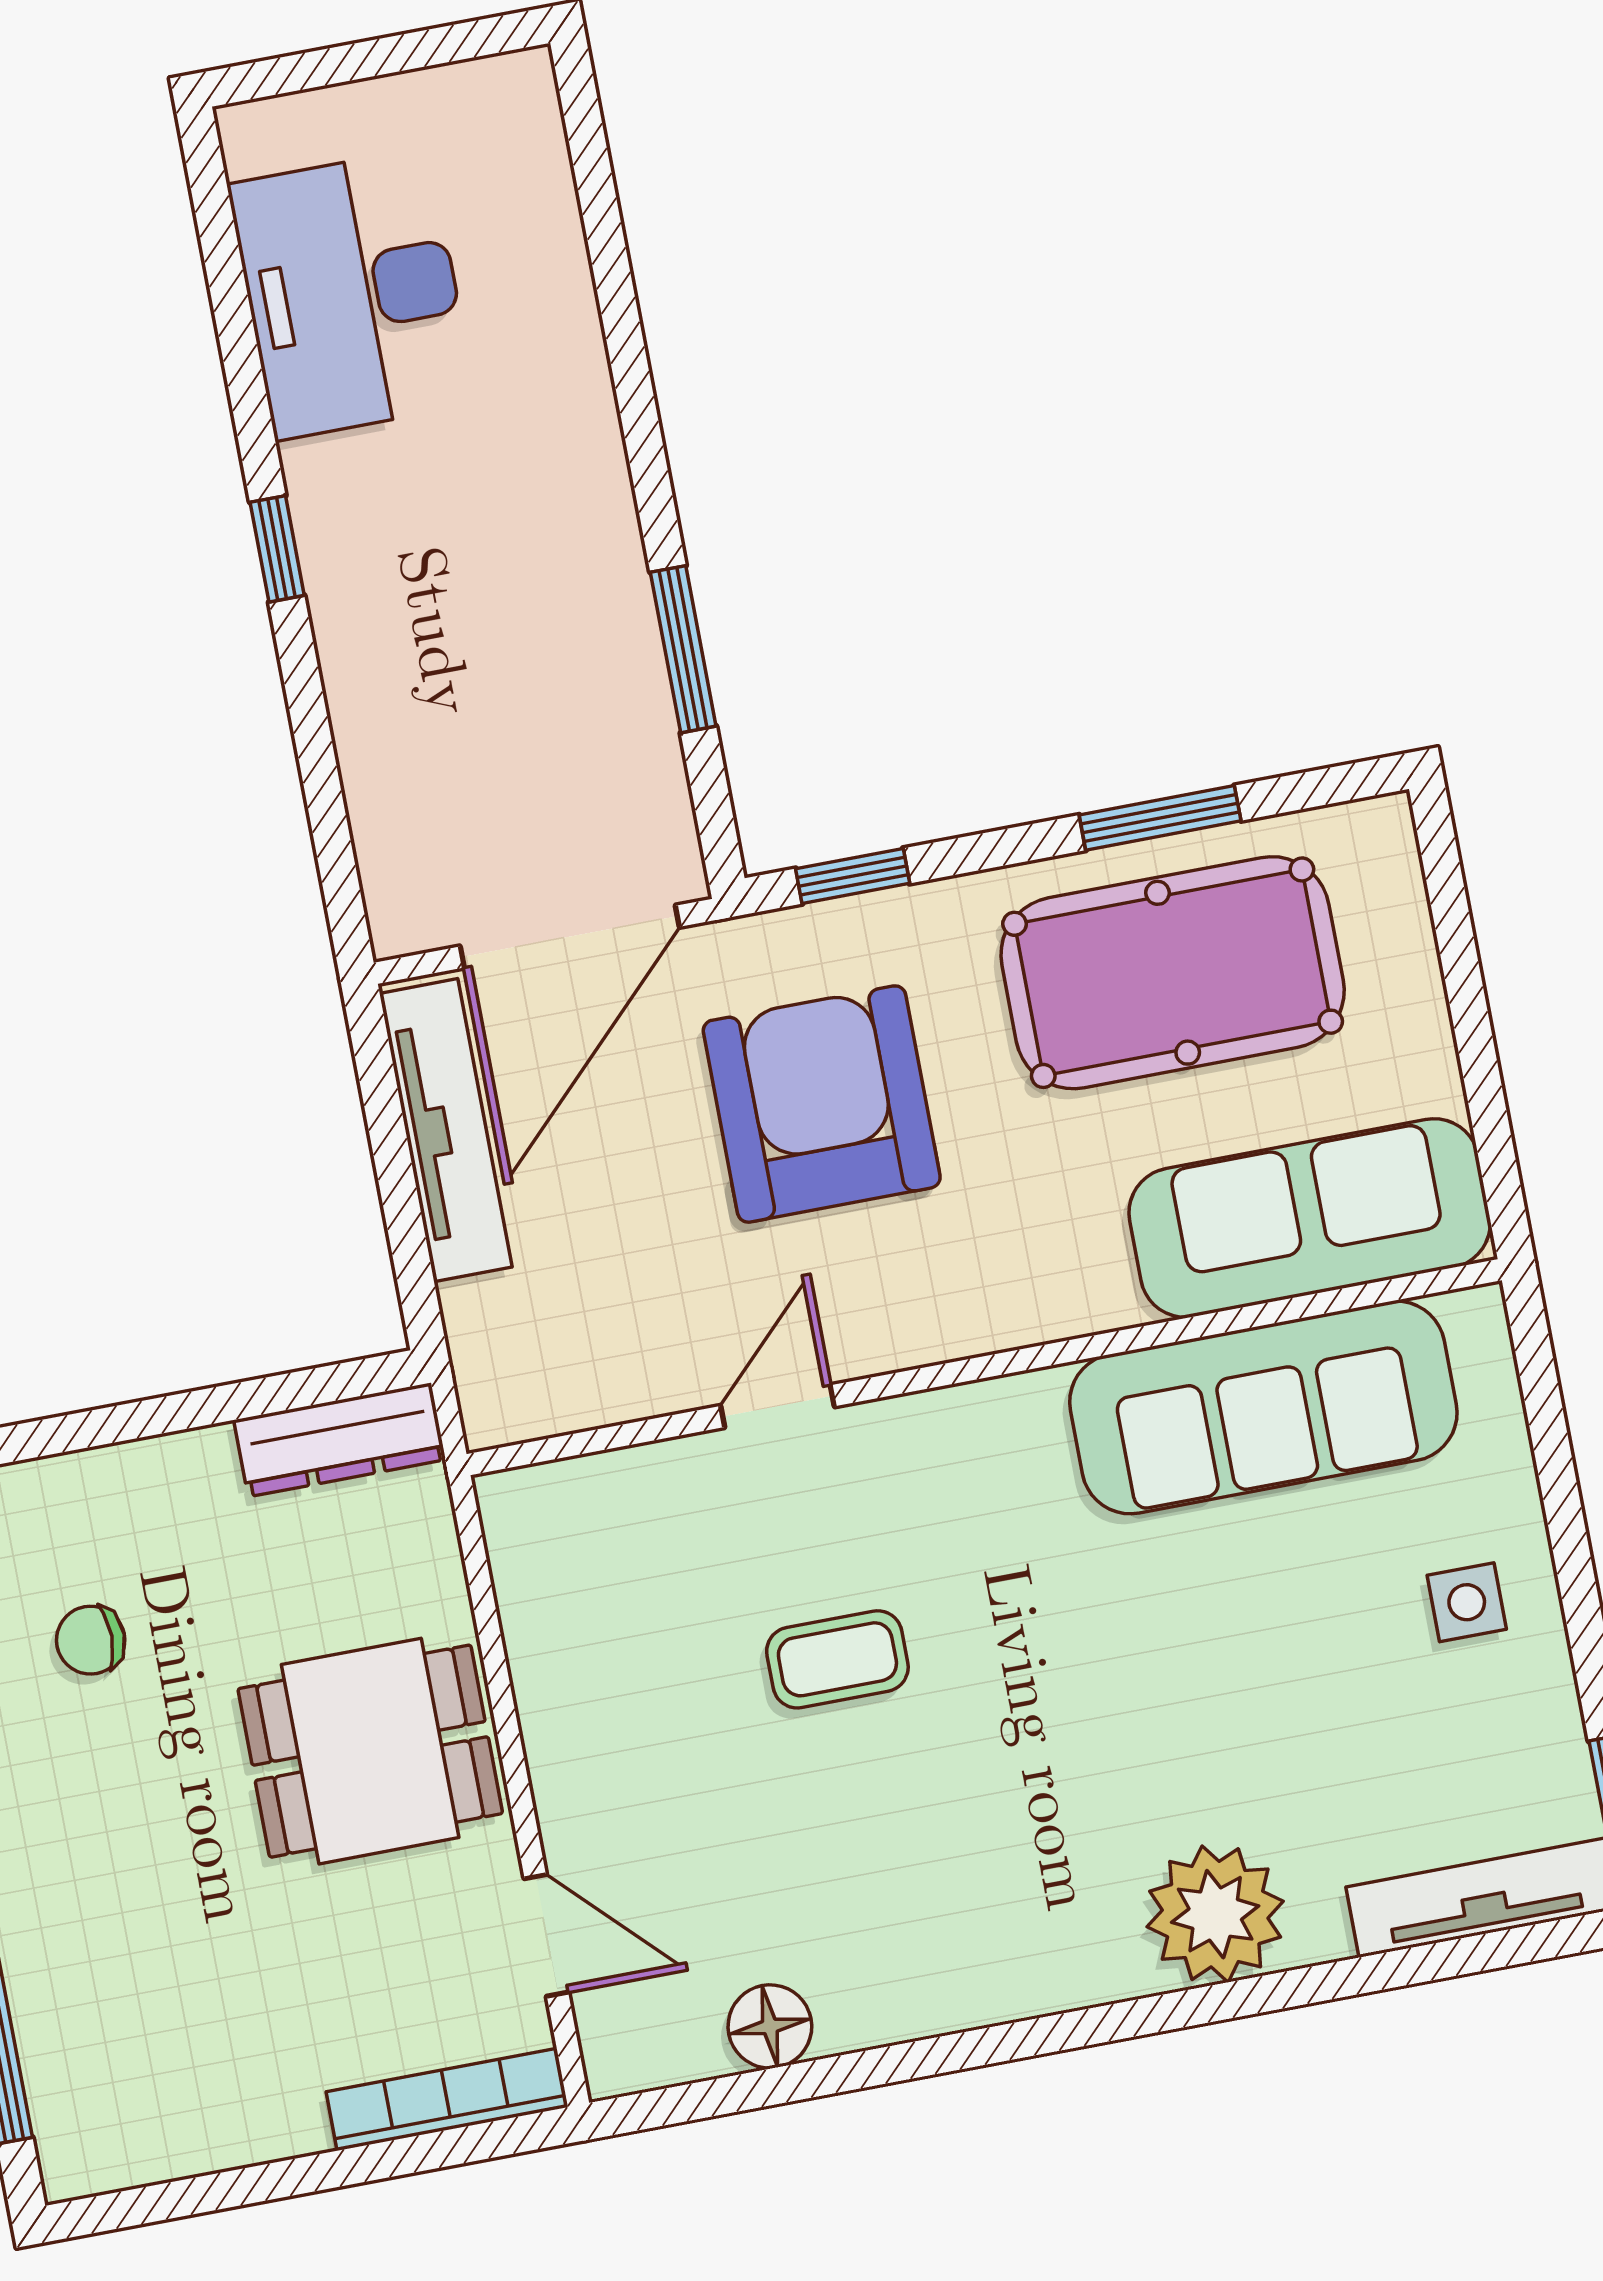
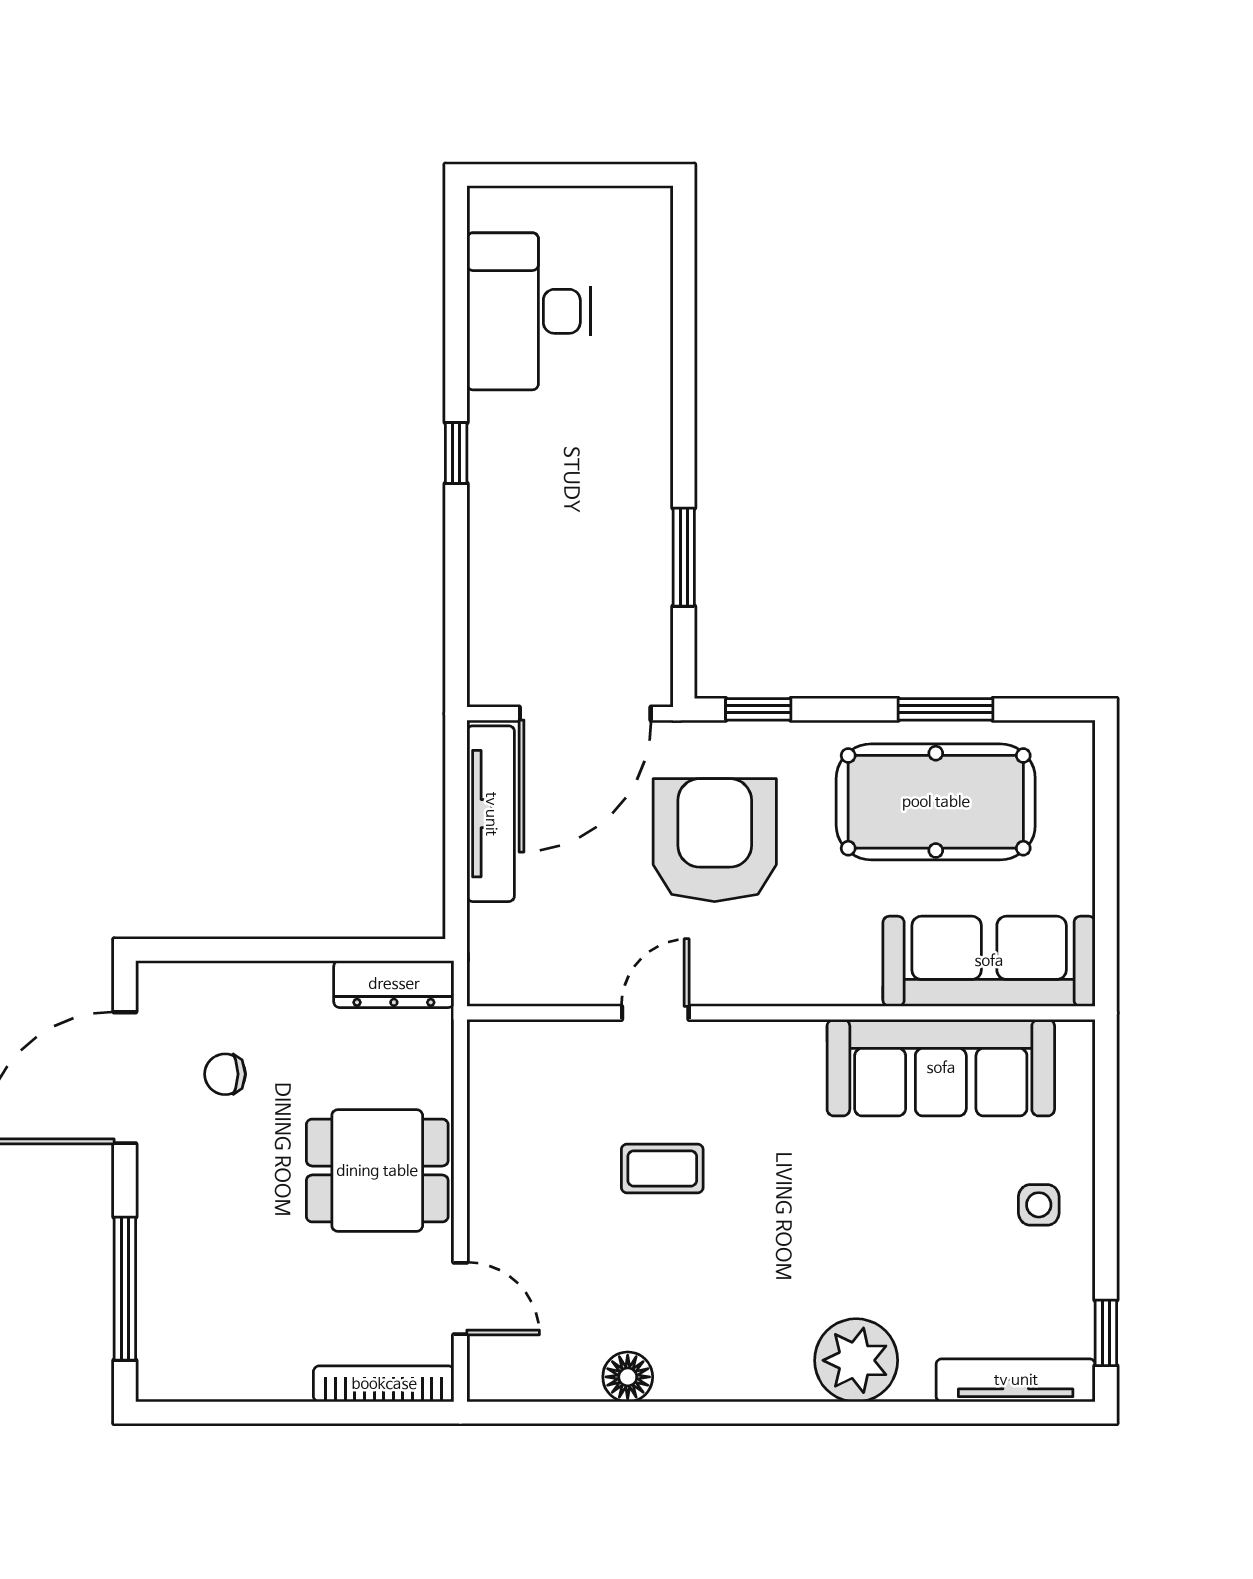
floor lamp: (770, 2026) -> (628, 1377), moved

